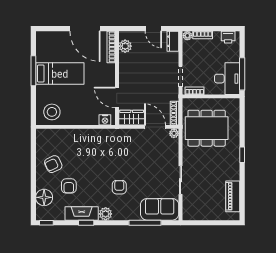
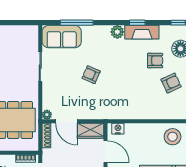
armchair: (69, 186) -> (155, 61), turned 90
armchair: (119, 187) -> (91, 75), moved, turned 114

